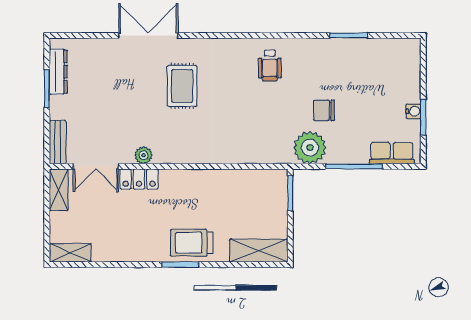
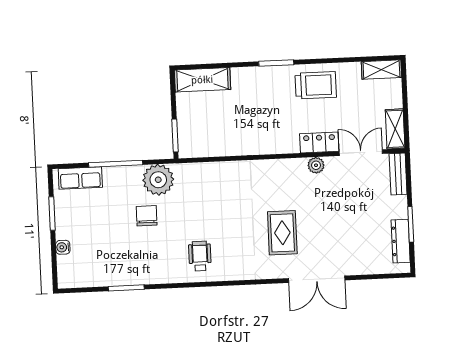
chair: (324, 110) -> (147, 216), turned -90
water cooler: (413, 111) -> (63, 247), moved
trolley: (192, 243) -> (316, 85), moved

